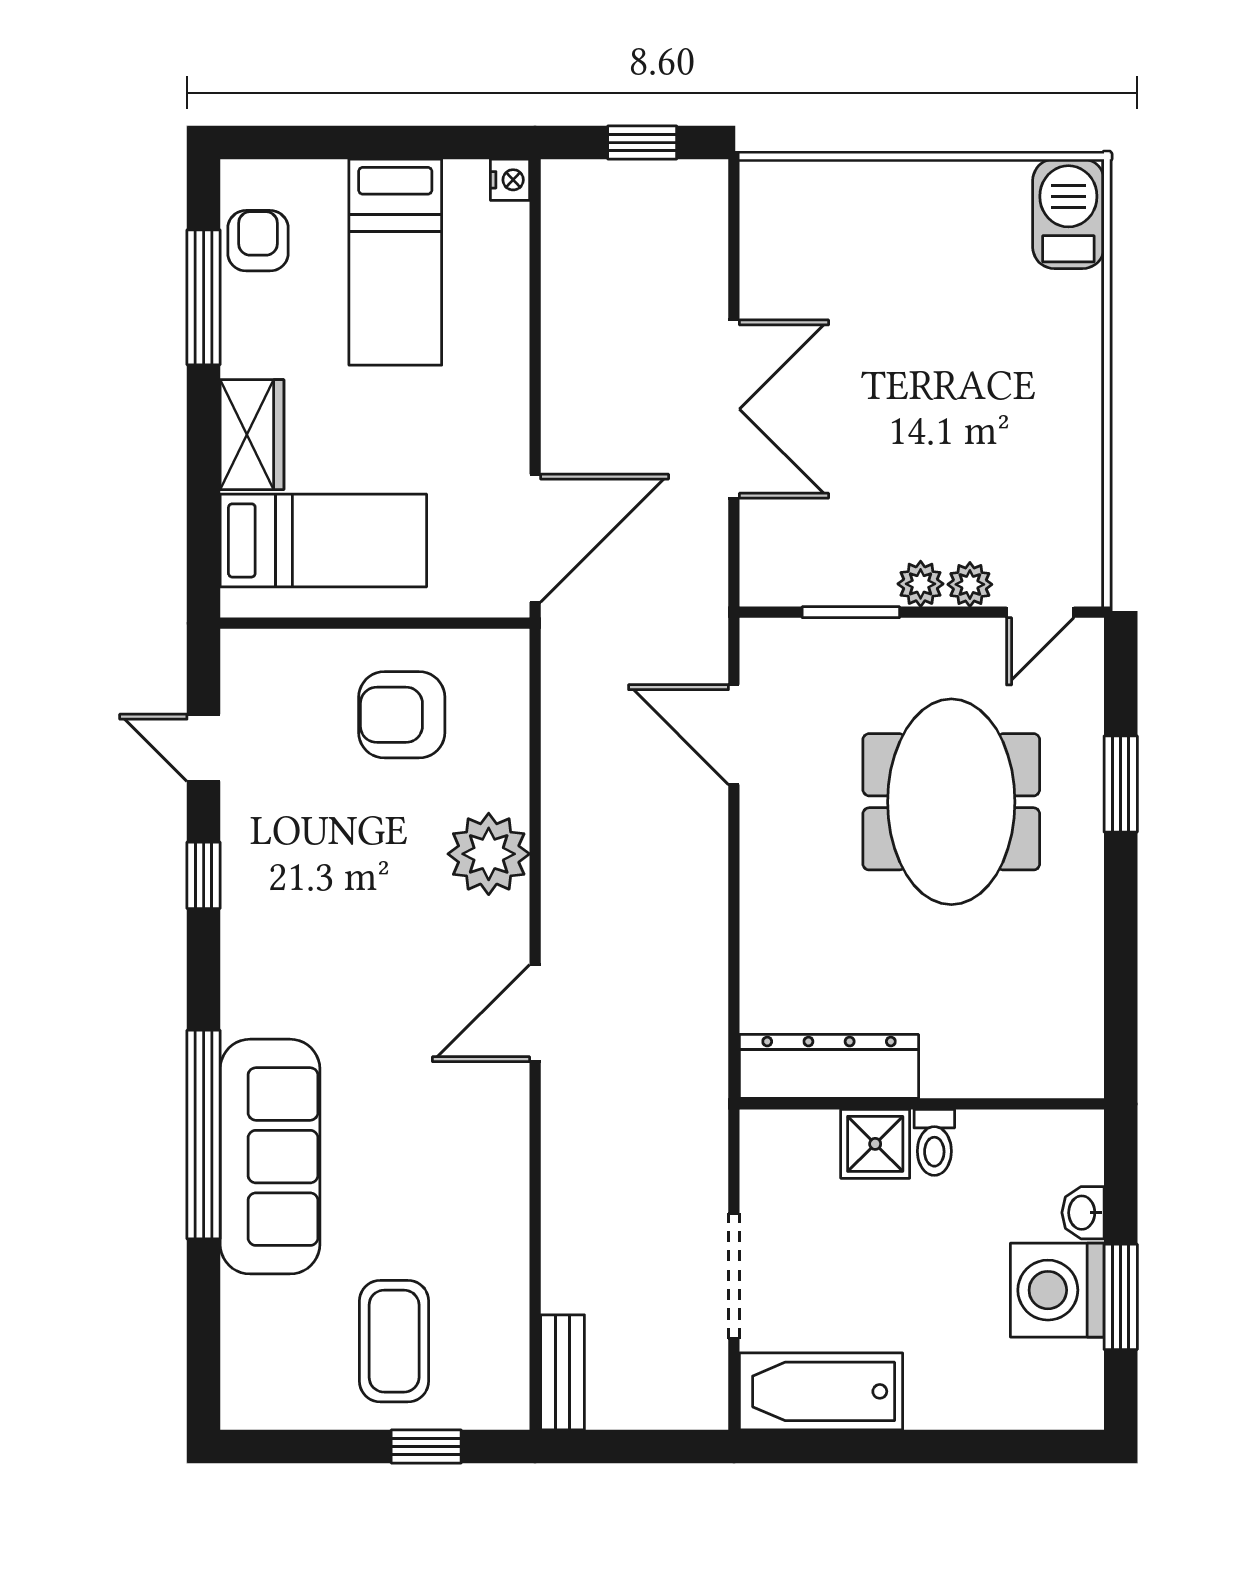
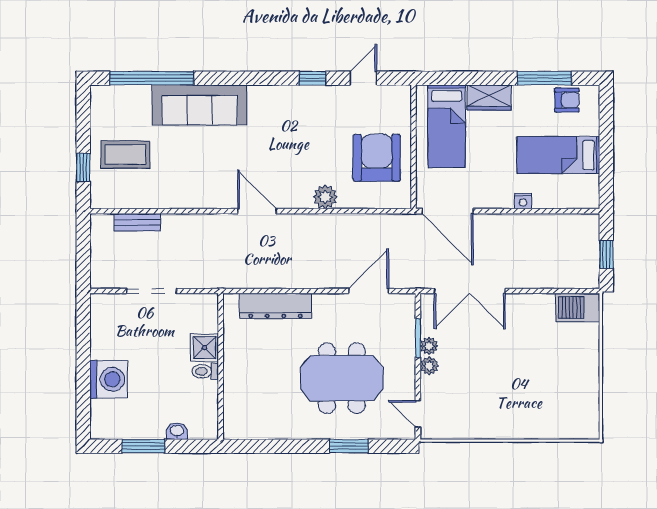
nightstand: (510, 180) -> (523, 201), moved
barbecue: (1068, 214) -> (578, 308), moved, turned 180
double door: (734, 409) -> (470, 291), moved
plant: (970, 584) -> (429, 346), moved
armchair: (402, 715) -> (377, 158), width x1.36, depth x1.36
plant: (489, 854) -> (325, 197), width x0.73, depth x0.73
dresser: (829, 1066) -> (276, 306), moved, turned 90
window: (204, 1135) -> (152, 78), moved
washing machine: (1057, 1290) -> (109, 379), moved, turned 90
bench: (563, 1372) -> (138, 222), moved
bathtub: (821, 1391) -> (105, 326), removed

